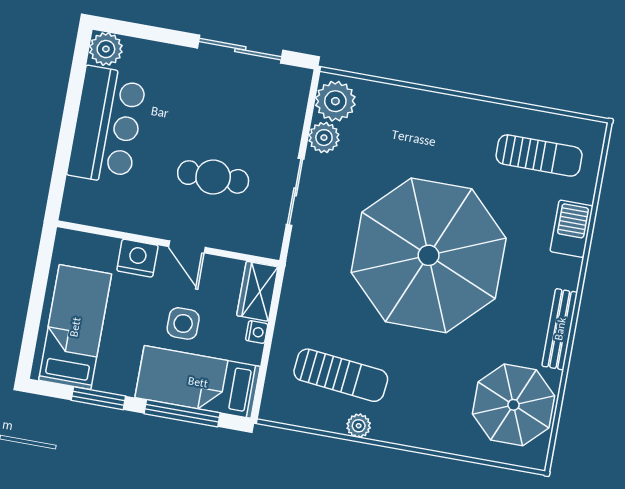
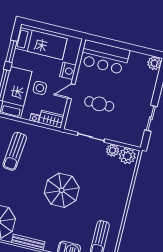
sliding door: (240, 49) -> (151, 118), width x0.73
bar counter: (107, 125) -> (105, 57), moved
cafe table: (213, 177) -> (99, 104), turned 90
parasol: (429, 255) -> (62, 190), width x0.54, depth x0.54

